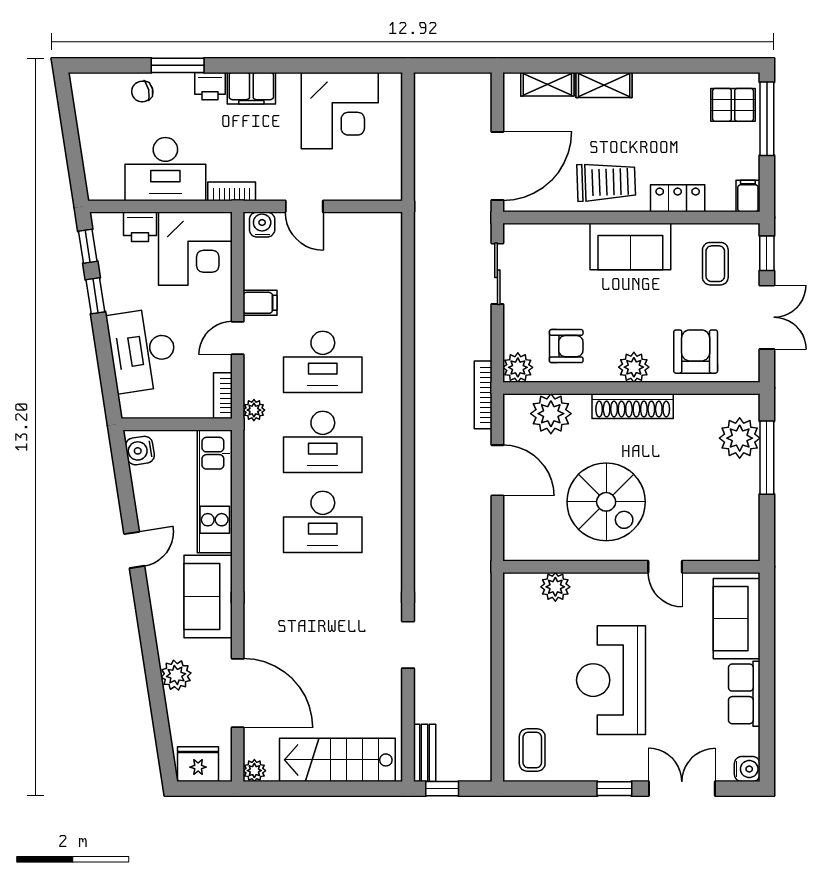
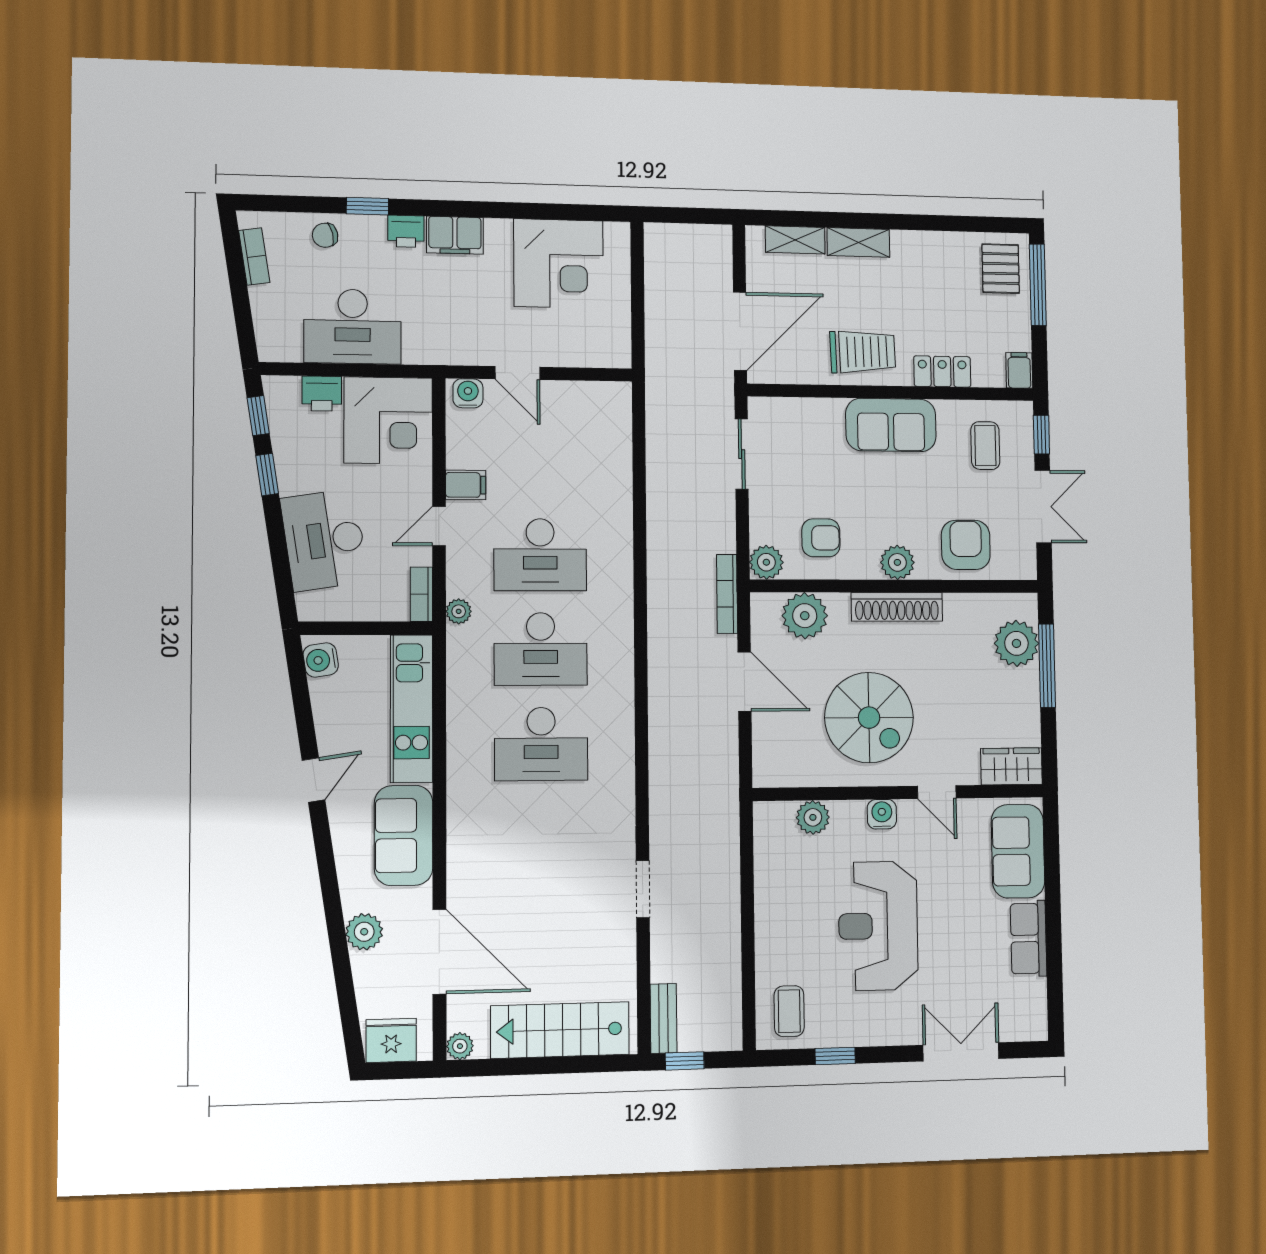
window: (178, 65) -> (367, 206), width x0.67
pallet: (733, 105) -> (1001, 269), turned 90
bookcase: (232, 191) -> (254, 256), moved, turned 81
wardrobe: (733, 545) -> (1011, 766), added
water cooler: (747, 769) -> (882, 814), moved, turned -90
window: (614, 789) -> (835, 1056), moved

